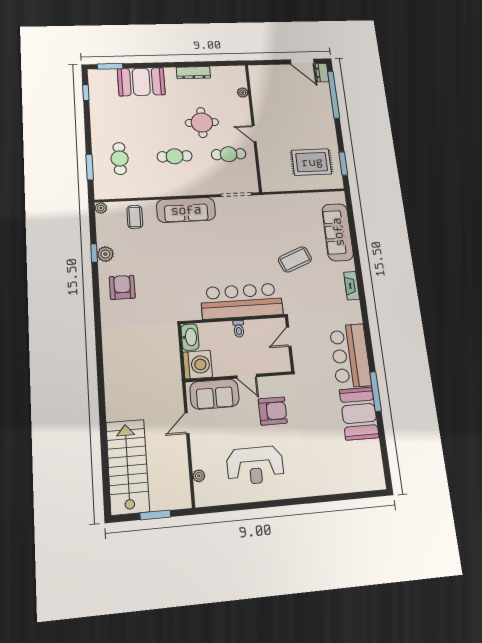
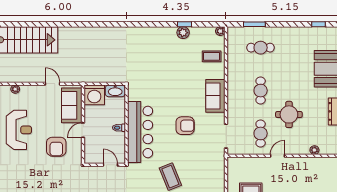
sofa: (186, 210) -> (215, 96), width x0.73
armchair: (122, 287) -> (185, 126), moved
reception desk: (255, 465) -> (19, 130), turned 180

